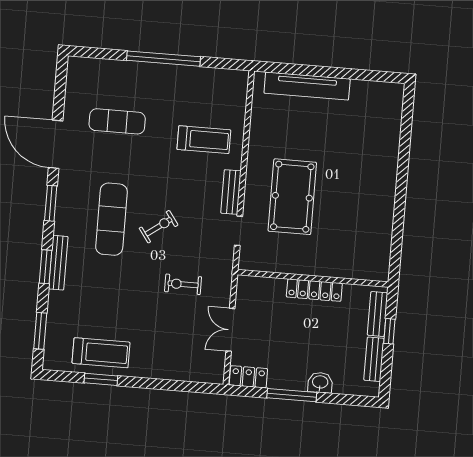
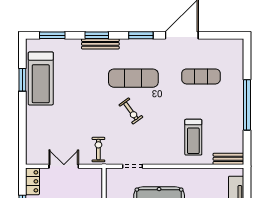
exercise mat: (117, 121) -> (201, 76), turned 90
bench: (231, 192) -> (228, 159), moved
exercise bike: (183, 284) -> (98, 150), moved
treadmill: (101, 353) -> (41, 78), width x1.37, depth x1.38

